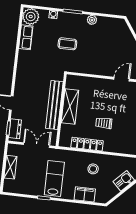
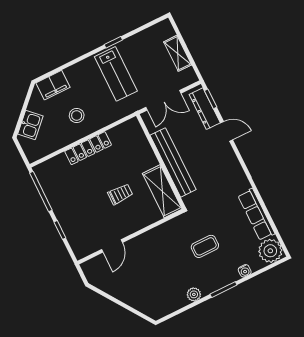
row of seats: (26, 37) -> (256, 215), width x1.48
shelving: (70, 107) -> (162, 191), moved
trolley: (104, 123) -> (120, 194), moved
dresser: (15, 129) -> (205, 109), width x1.44
locker: (87, 144) -> (88, 148), moved
filing cabinet: (85, 194) -> (53, 85), moved

